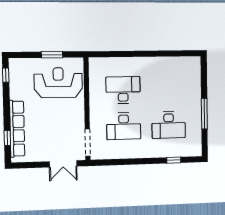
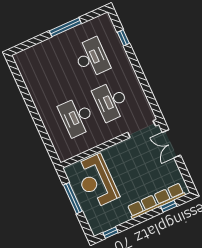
window: (52, 55) -> (73, 198), width x1.44
desk: (124, 126) -> (111, 101), turned 180
double door: (63, 164) -> (171, 144), swing flipped

